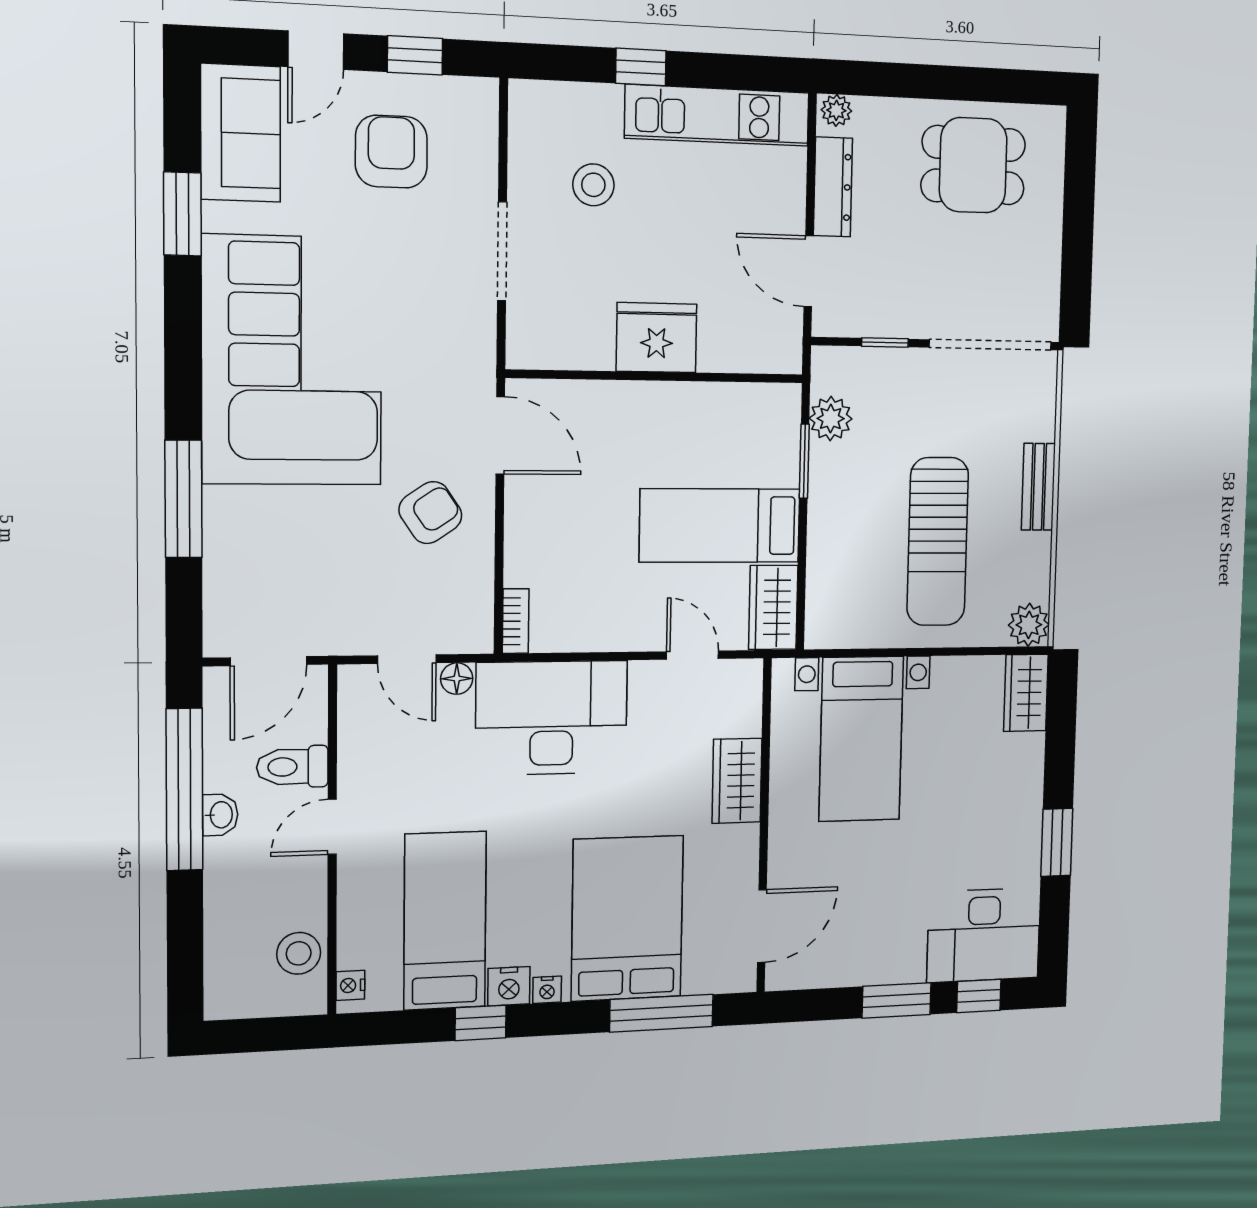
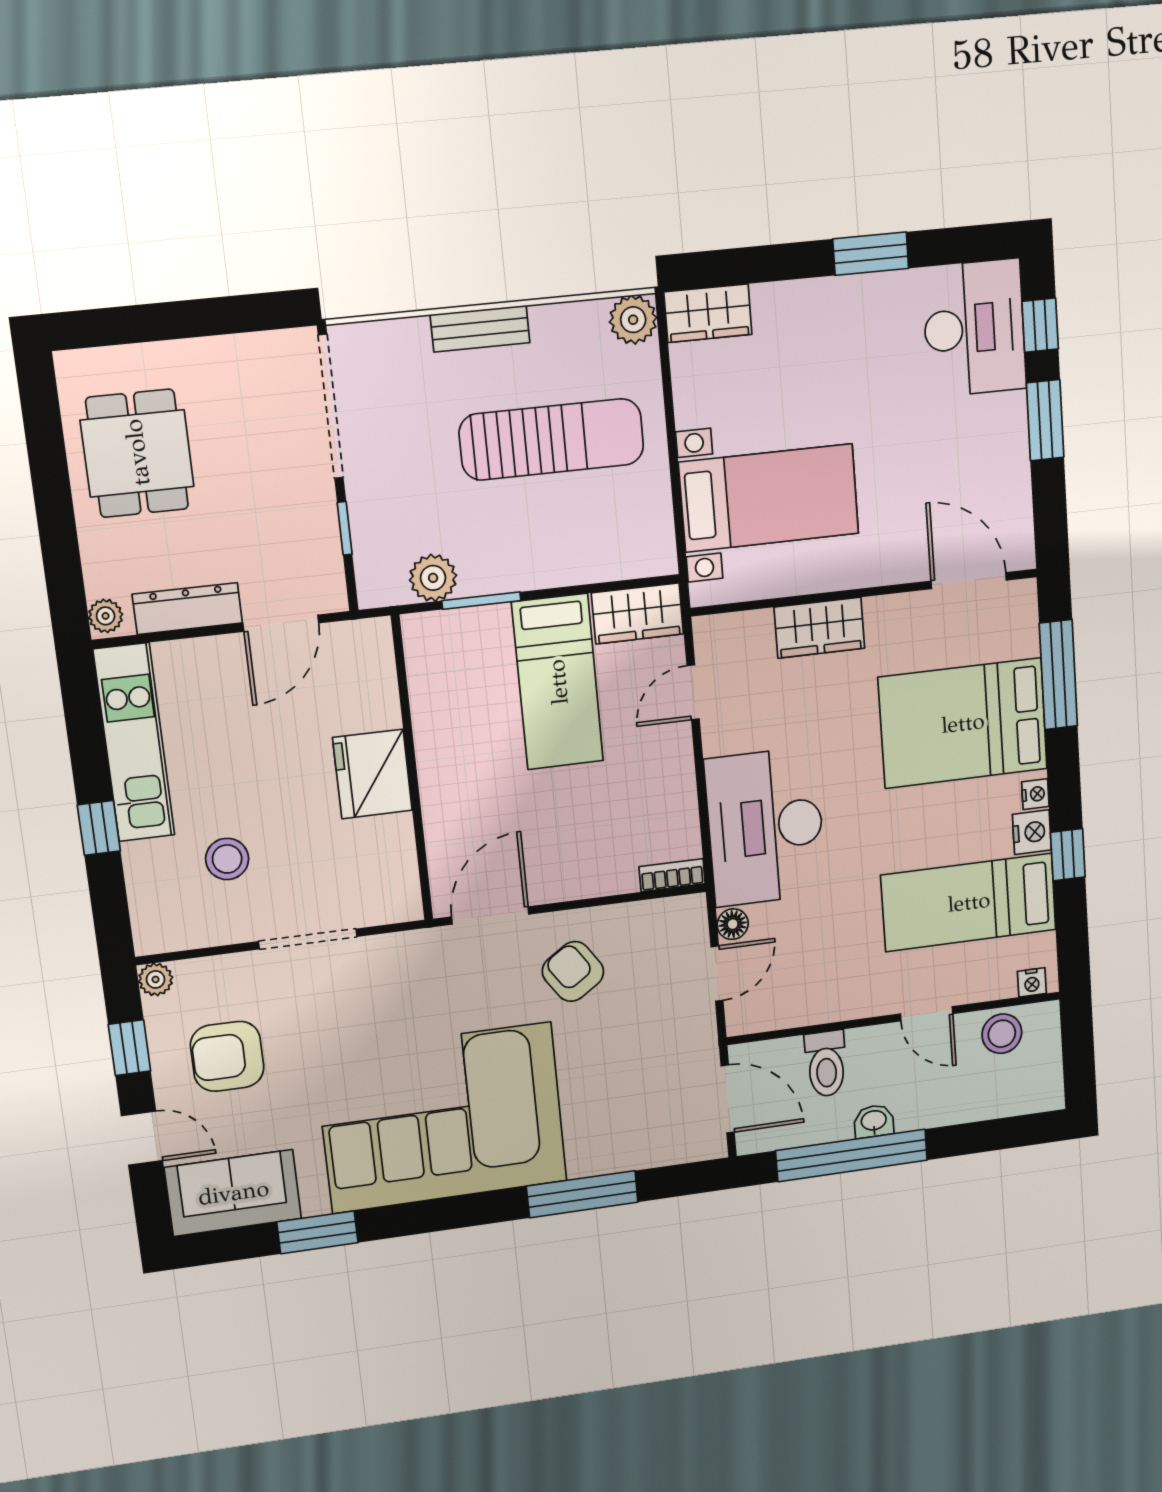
plant: (482, 94) -> (156, 979), added
door: (332, 827) -> (927, 1014), moved

